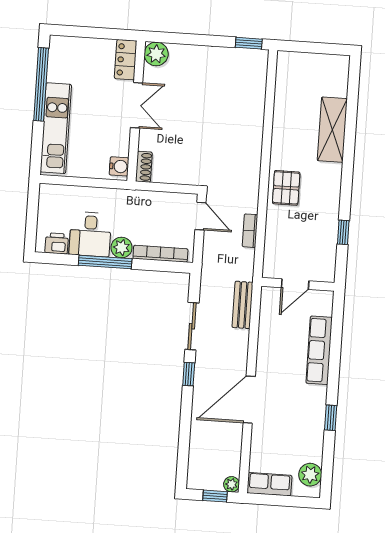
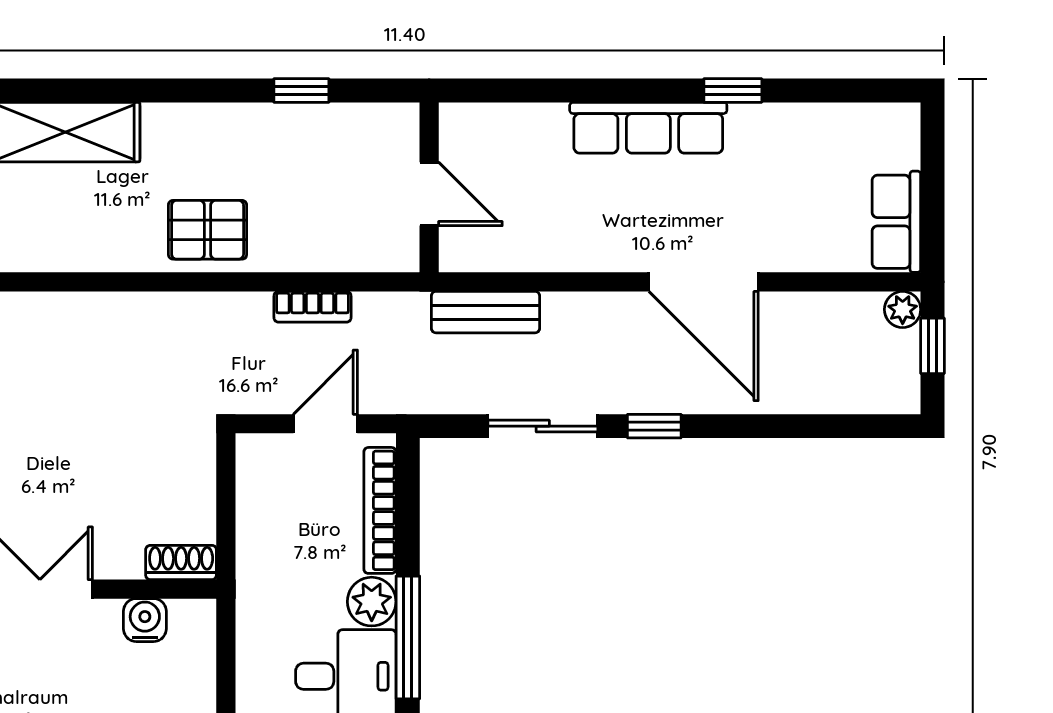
water cooler: (119, 166) -> (145, 620), moved
door: (200, 216) -> (325, 424), moved
row of seats: (319, 350) -> (648, 128), moved
plant: (310, 475) -> (868, 129), removed

